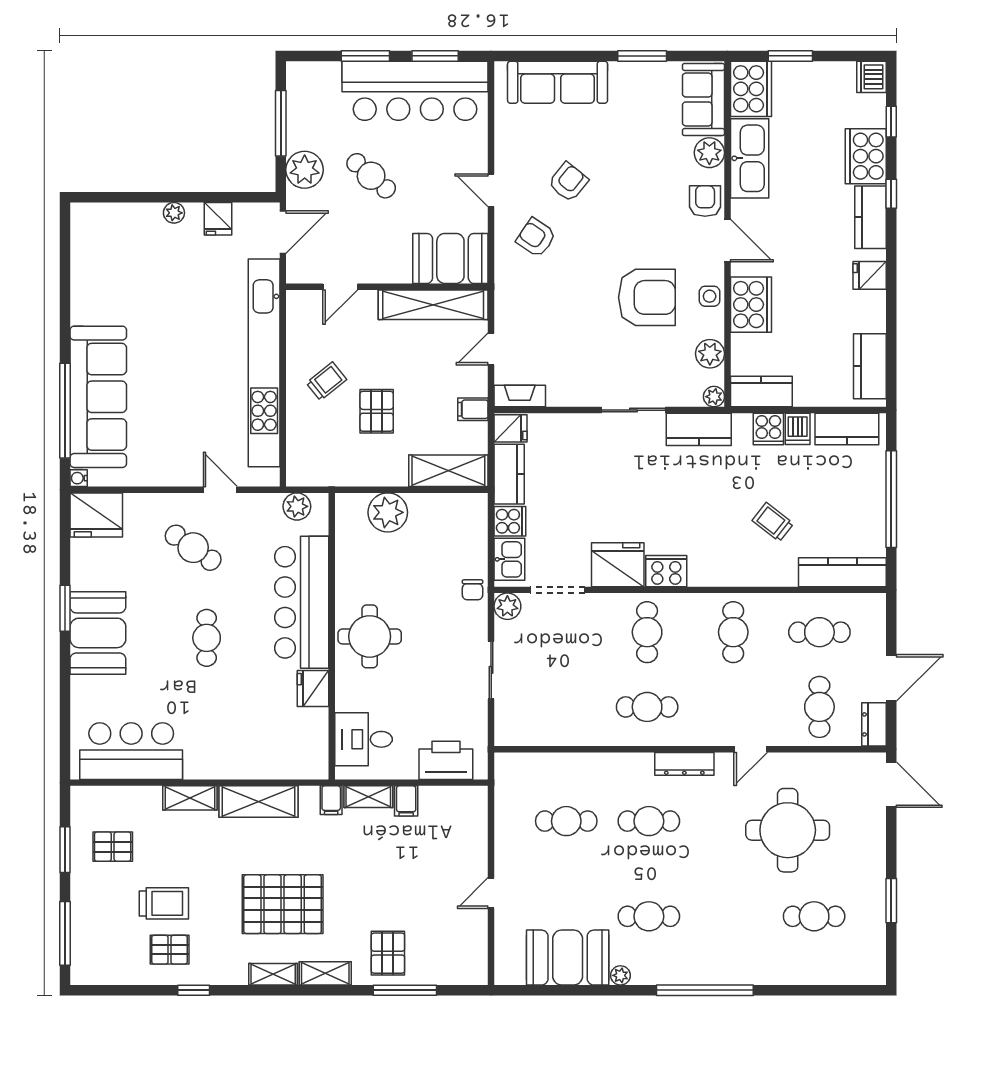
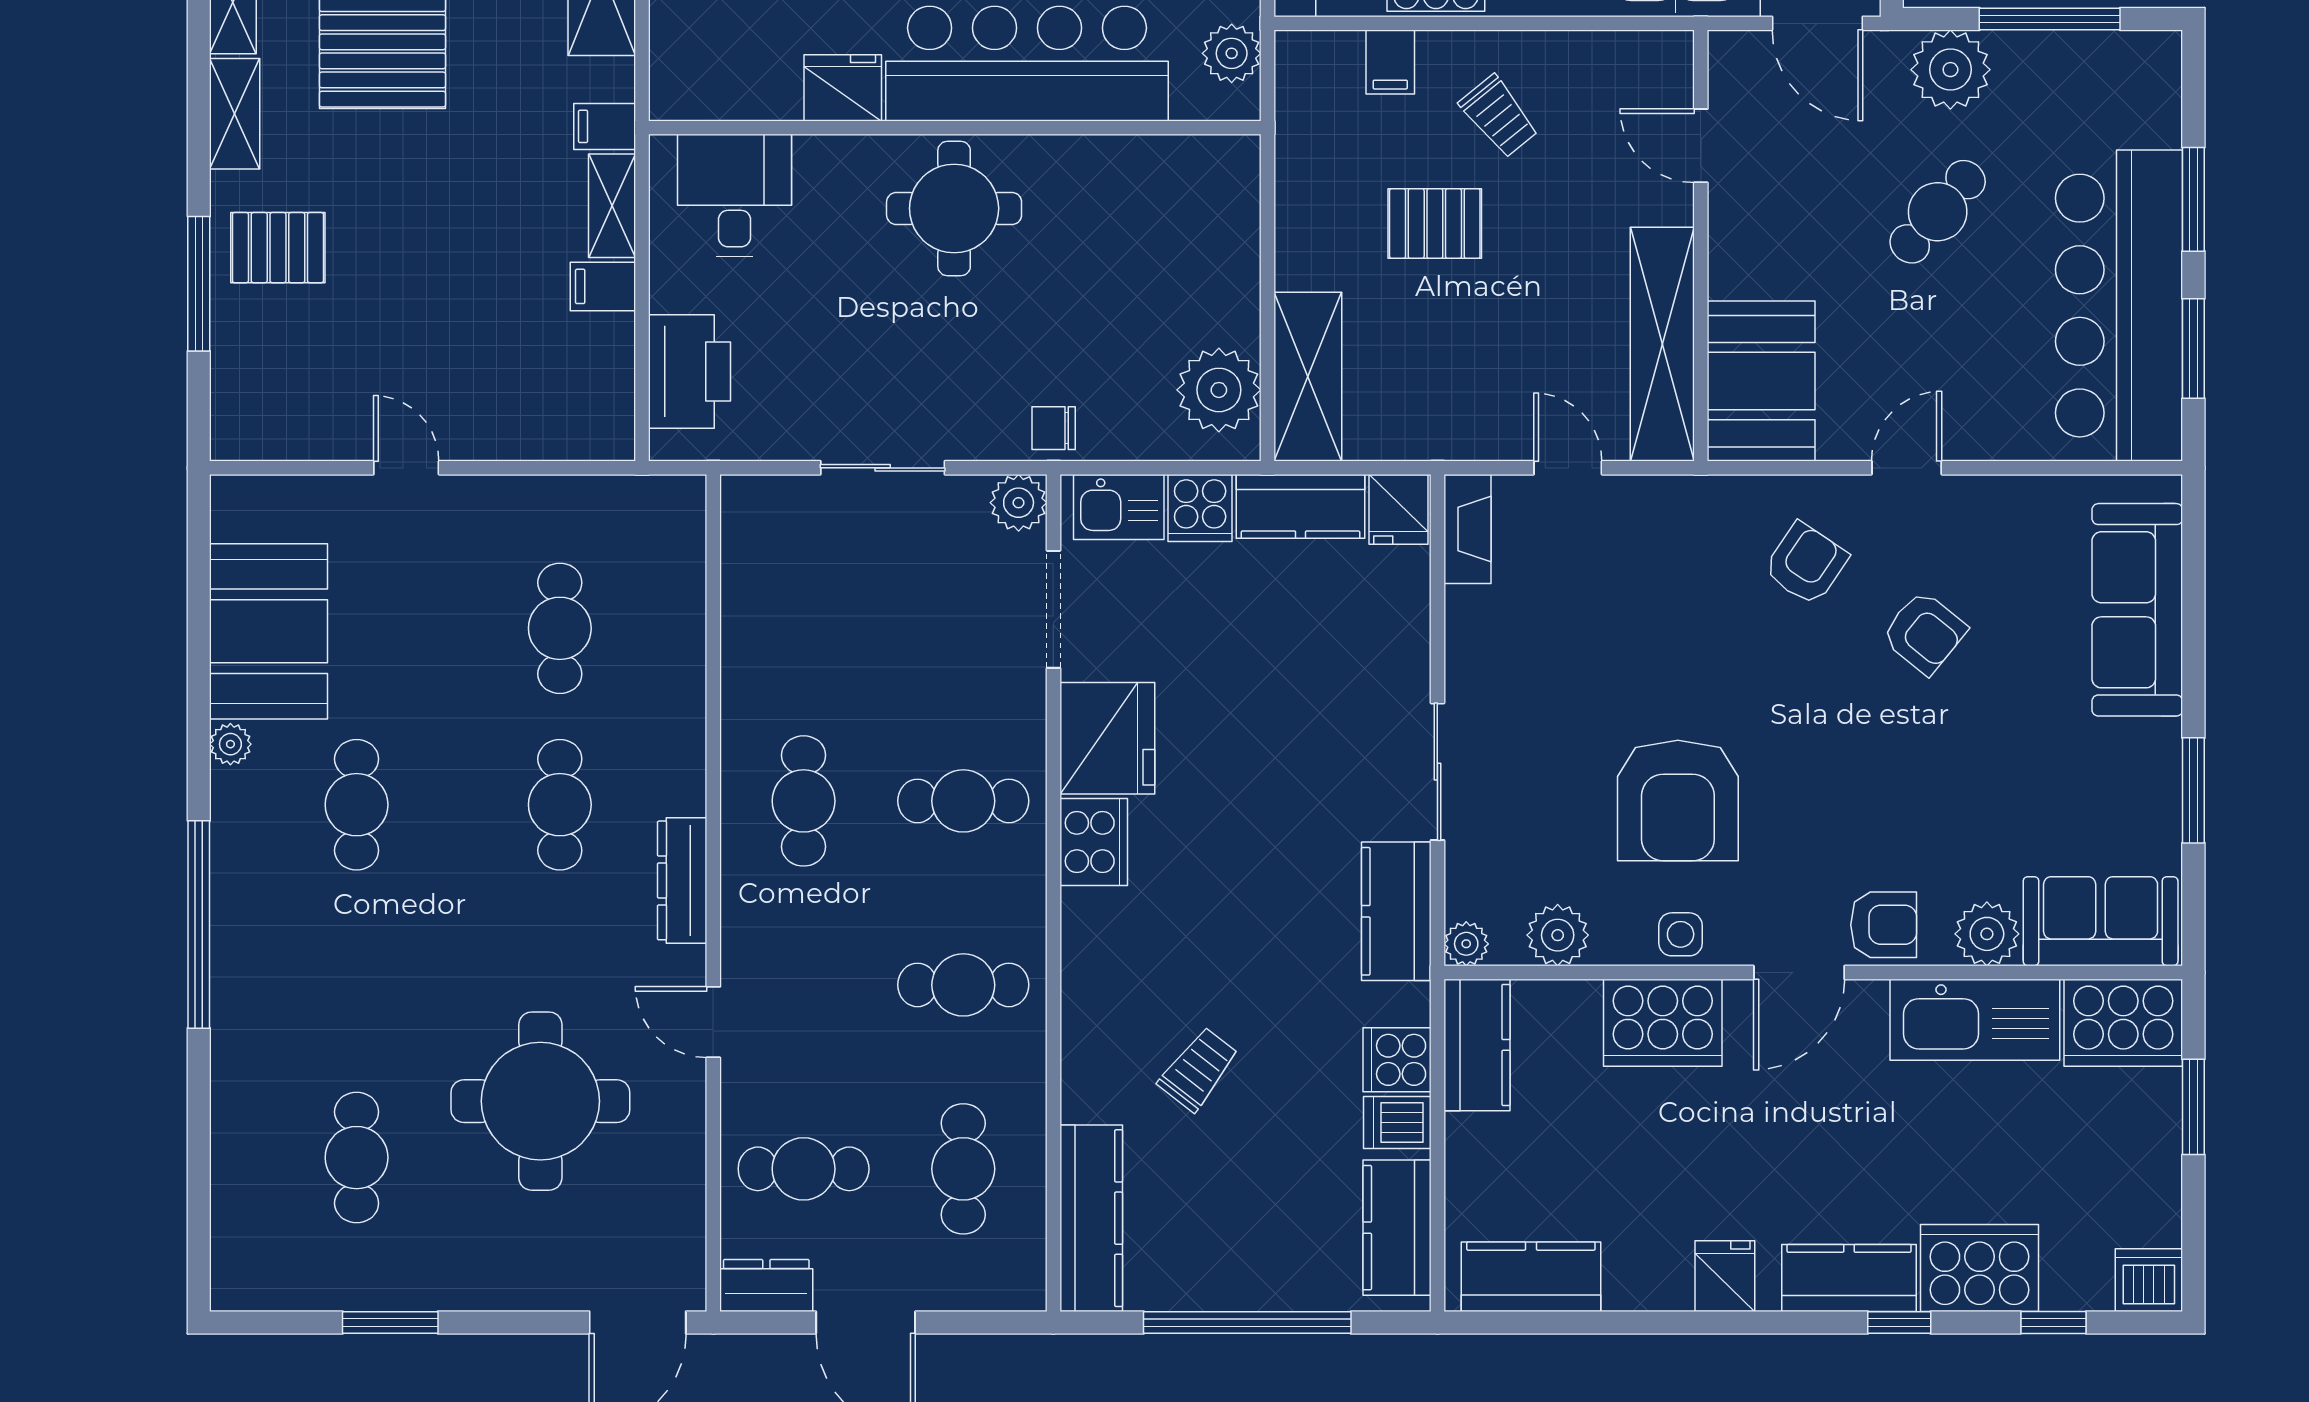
filing cabinet: (473, 409) -> (1390, 62), moved, turned 180
plant: (388, 512) -> (1219, 390), moved

